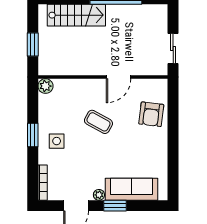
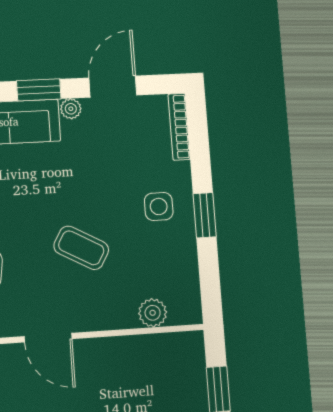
door: (119, 77) -> (48, 338), swing flipped
plant: (45, 86) -> (153, 313), moved

